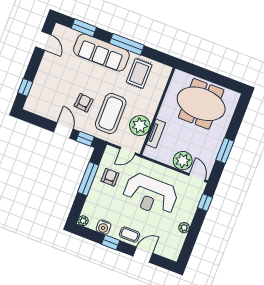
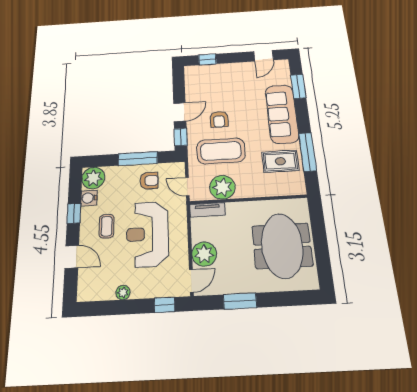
window: (127, 44) -> (308, 152), moved
armchair: (84, 103) -> (219, 119), turned 85
tv unit: (156, 134) -> (207, 210), moved
plant: (83, 221) -> (93, 178), width x1.88, depth x1.88
coffee table: (130, 235) -> (107, 226), moved

